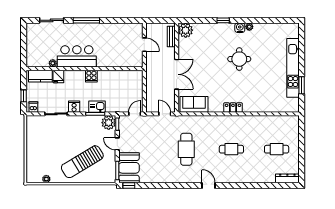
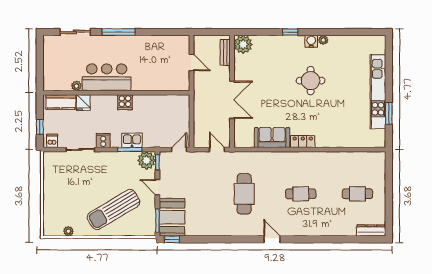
sofa: (194, 104) -> (272, 138), moved

